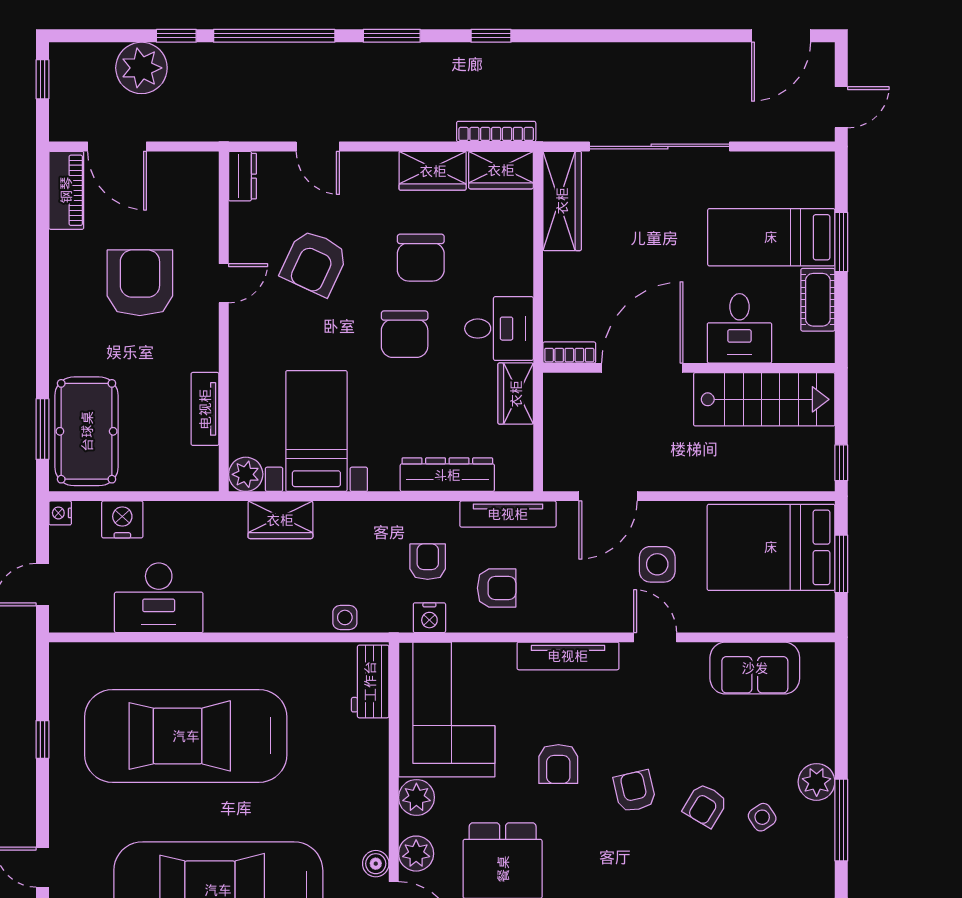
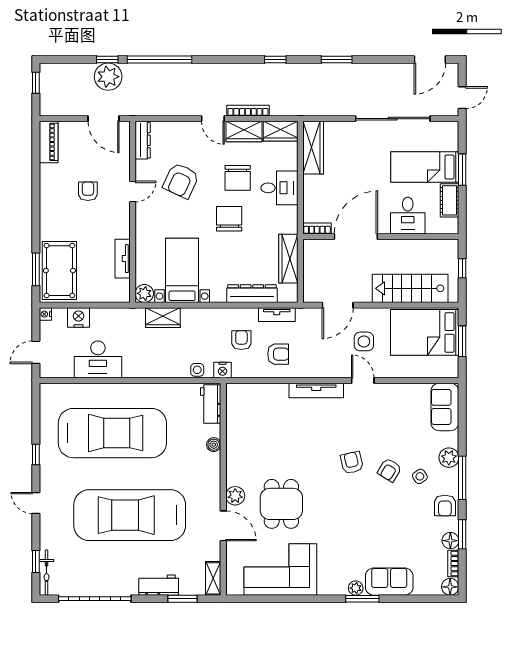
window: (392, 36) -> (337, 60), moved
plant: (141, 68) -> (108, 77), moved
bookcase: (496, 132) -> (248, 111), moved
door: (117, 146) -> (104, 119), moved
door: (318, 146) -> (213, 119), moved
sliding door: (659, 146) -> (393, 119), moved
dresser: (242, 176) -> (143, 140), width x1.44
armchair: (140, 283) -> (88, 191), width x0.53, depth x0.53
desk: (499, 329) -> (279, 188), moved
chair: (405, 334) -> (229, 219), turned 180
wardrobe: (516, 394) -> (288, 259), width x1.50
stairs: (764, 399) -> (410, 288), moved, turned 180
window: (841, 463) -> (462, 268), moved
tv unit: (508, 514) -> (277, 315), width x0.71
nightstand: (429, 618) -> (223, 370), moved
sofa: (755, 668) -> (445, 407), moved, turned 90
corner sofa: (447, 710) -> (252, 419), removed
car: (186, 736) -> (112, 433), turned 180
window: (42, 739) -> (36, 455), moved
armchair: (558, 764) -> (445, 505), moved
plant: (416, 797) -> (235, 466), removed
boiler: (376, 864) -> (214, 445), moved

